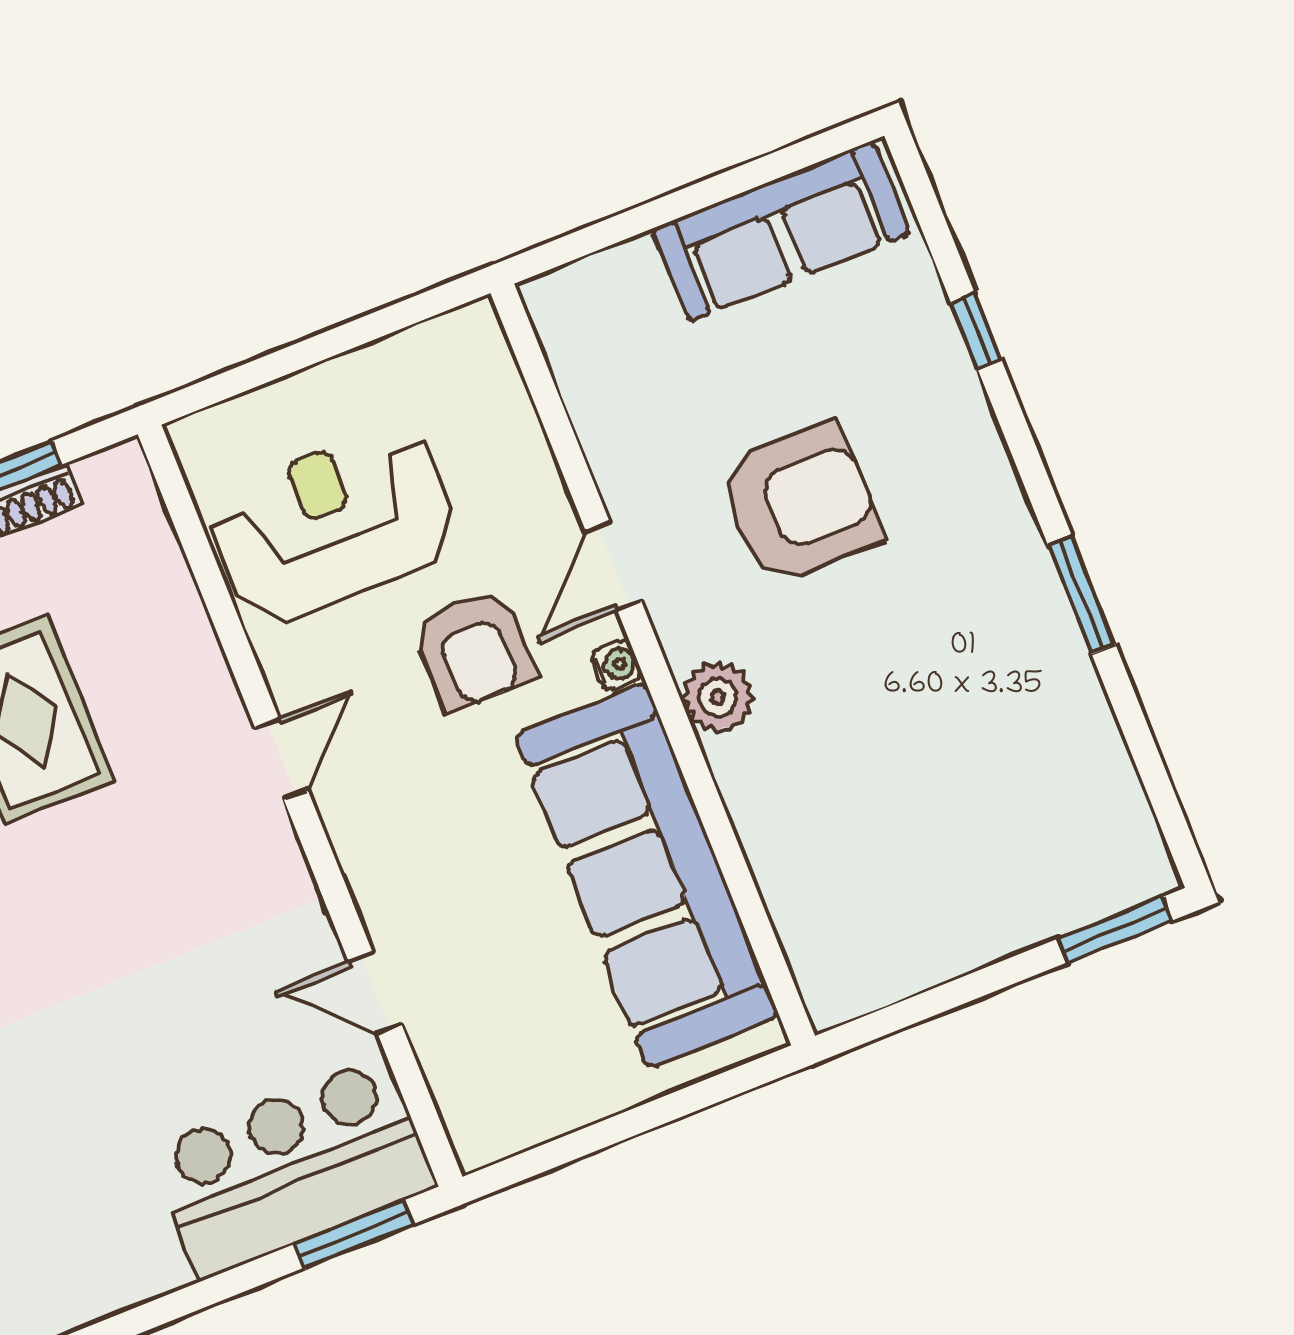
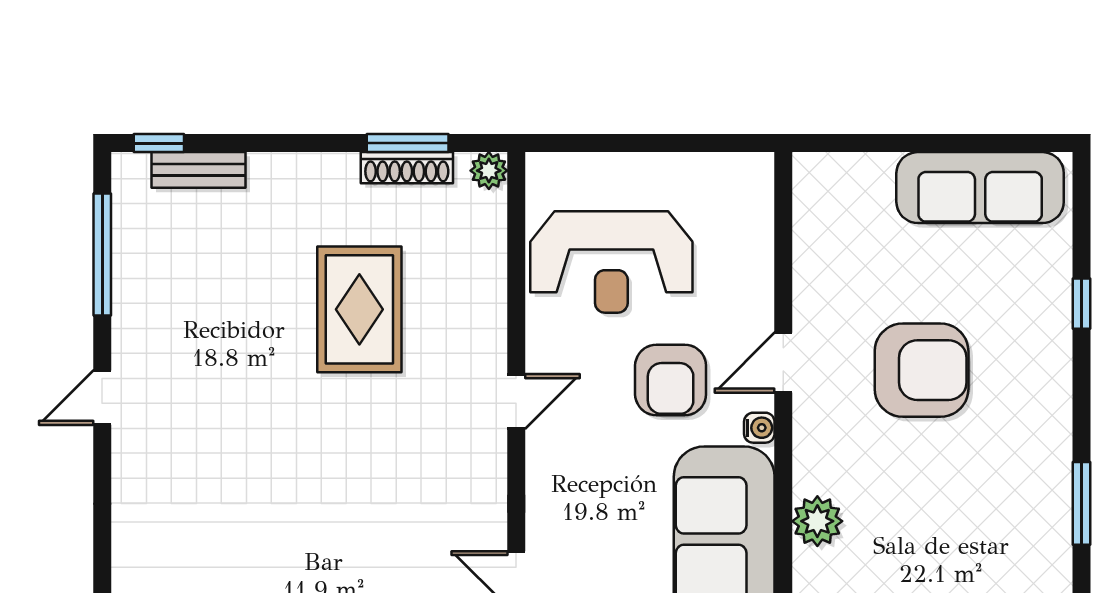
plant: (123, 468) -> (489, 171), added
reception desk: (333, 524) -> (611, 262), turned 180
plant: (718, 697) -> (817, 521), moved

